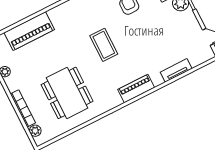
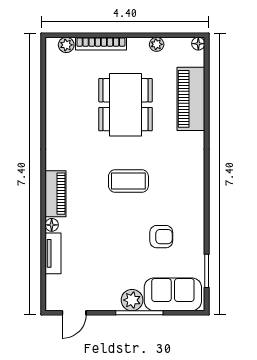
floor lamp: (158, 81) -> (52, 225), added
dining table: (67, 93) -> (125, 105), moved, turned 90

